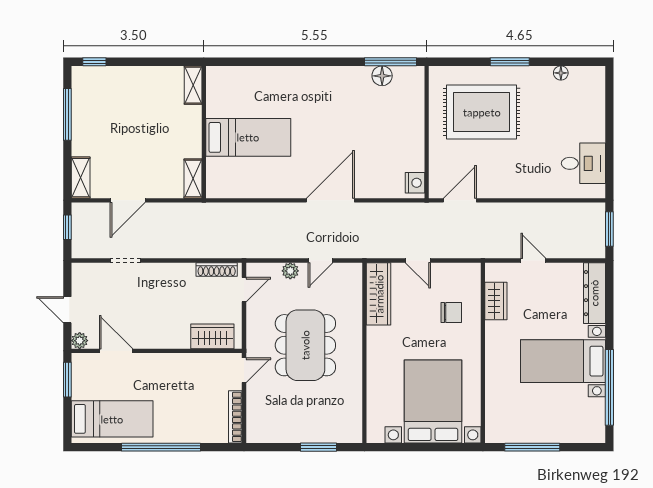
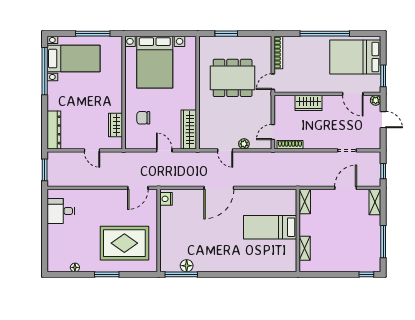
shelving: (193, 85) -> (305, 248), moved
door: (320, 261) -> (225, 150), swing flipped
wardrobe: (212, 336) -> (309, 103), moved
dining table: (305, 345) -> (233, 78), moved, turned 90
bed with nightstands: (563, 361) -> (74, 58), moved
bed: (112, 419) -> (355, 57), width x1.50

